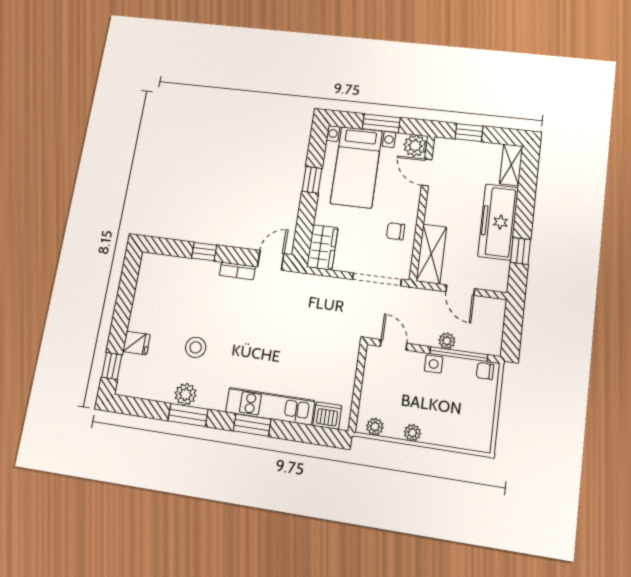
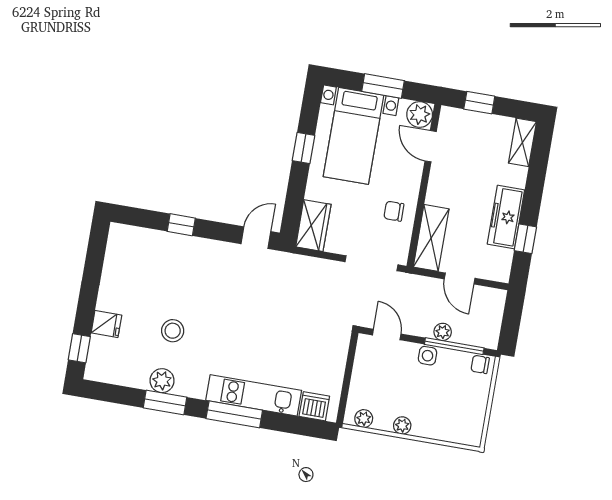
freezer: (498, 222) -> (506, 217), width x0.73, depth x0.79
bookcase: (237, 271) -> (219, 248), removed
window: (252, 425) -> (234, 414), width x1.44

